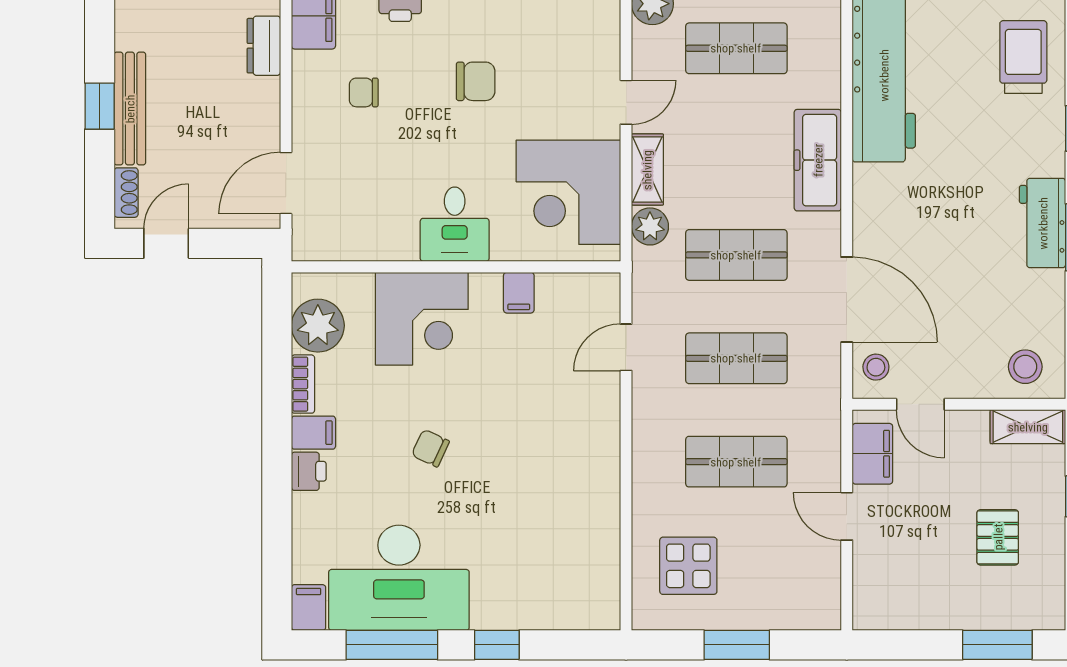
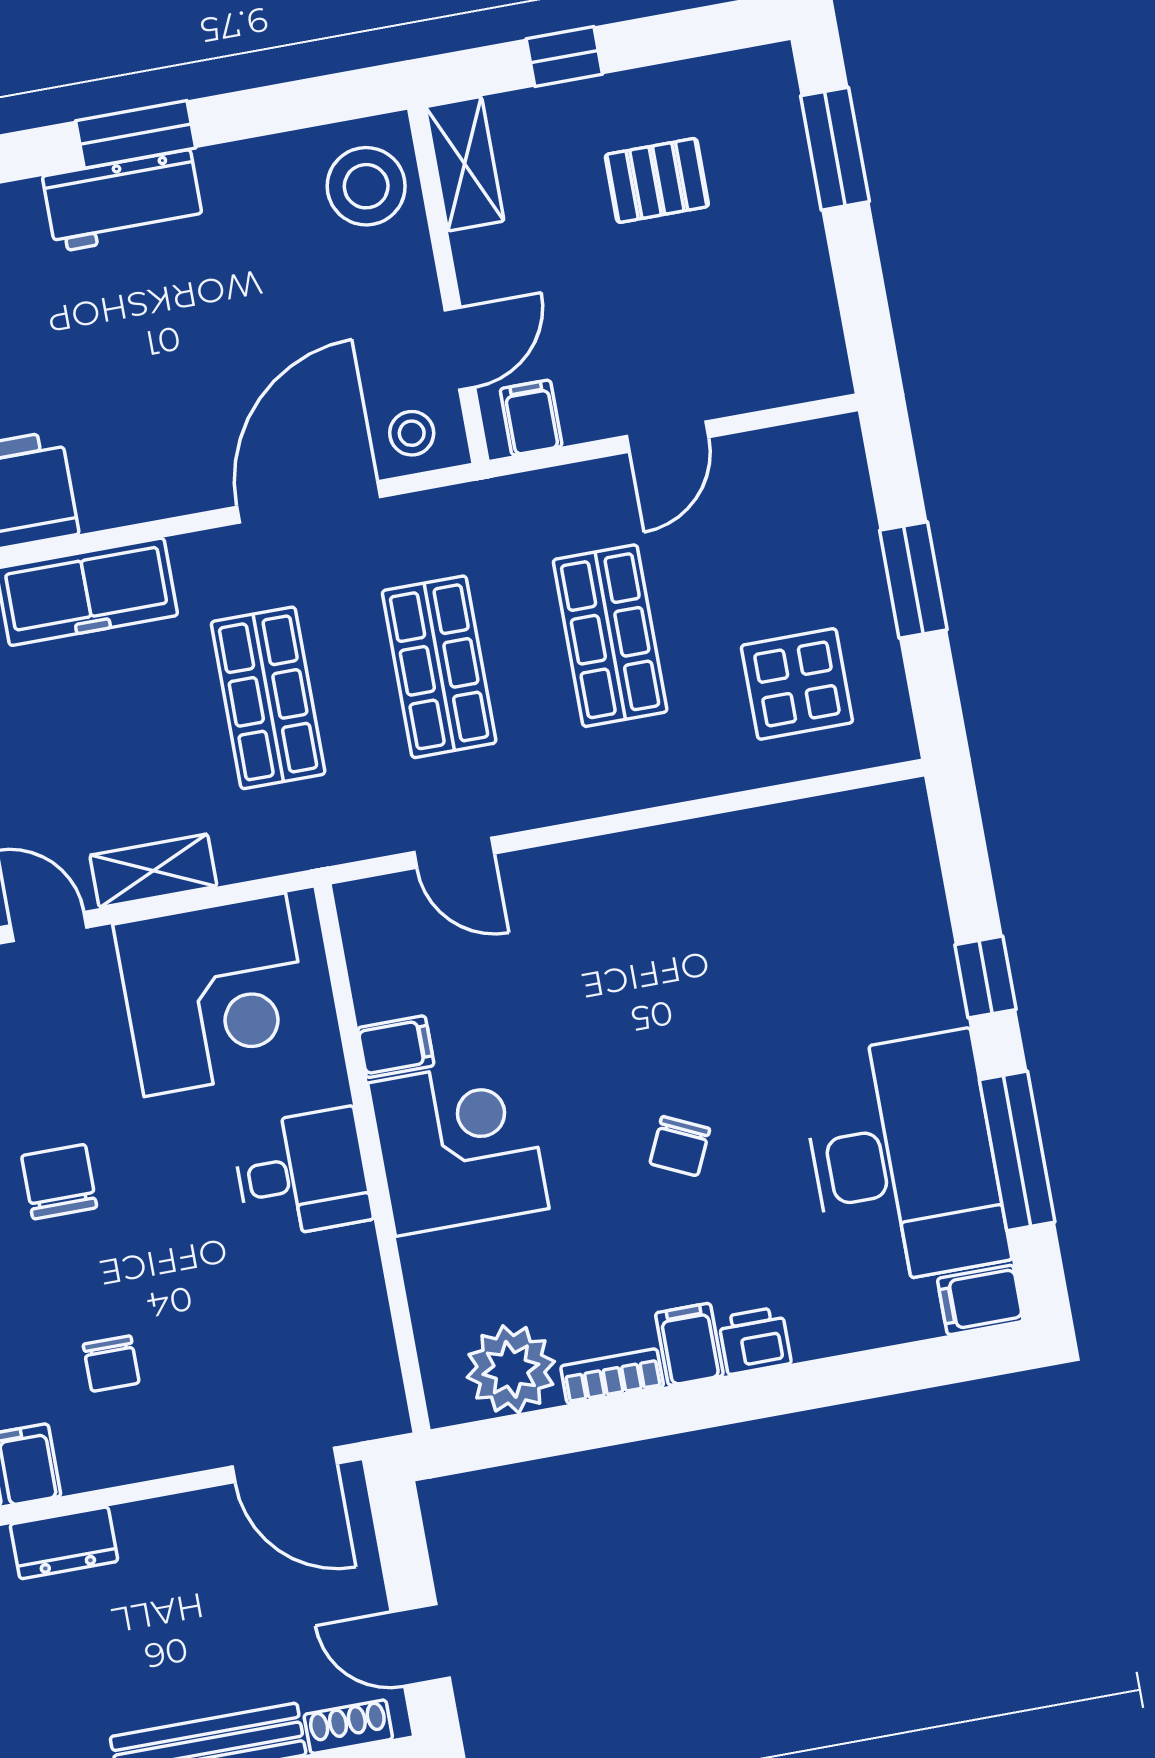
plant: (650, 226) -> (247, 849), removed
corner desk: (422, 319) -> (458, 1146), moved
stool: (1025, 367) -> (366, 186), width x1.38, depth x1.38
filing cabinet: (872, 454) -> (531, 418), width x0.50

